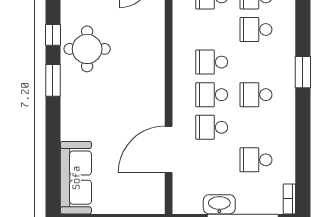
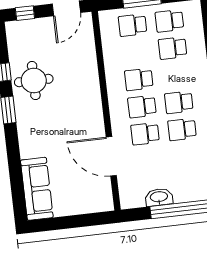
door: (169, 149) -> (111, 156), hinge flipped
school desk: (256, 160) -> (182, 129), moved

